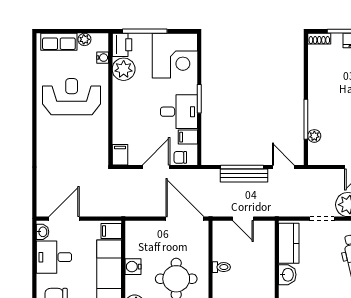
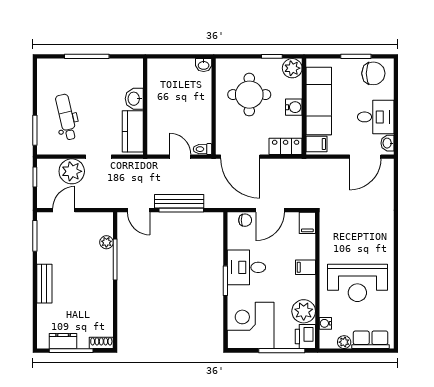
filing cabinet: (188, 137) -> (306, 267), moved, turned 180
locker: (141, 229) -> (286, 146), added
toilet: (221, 267) -> (203, 149), moved

